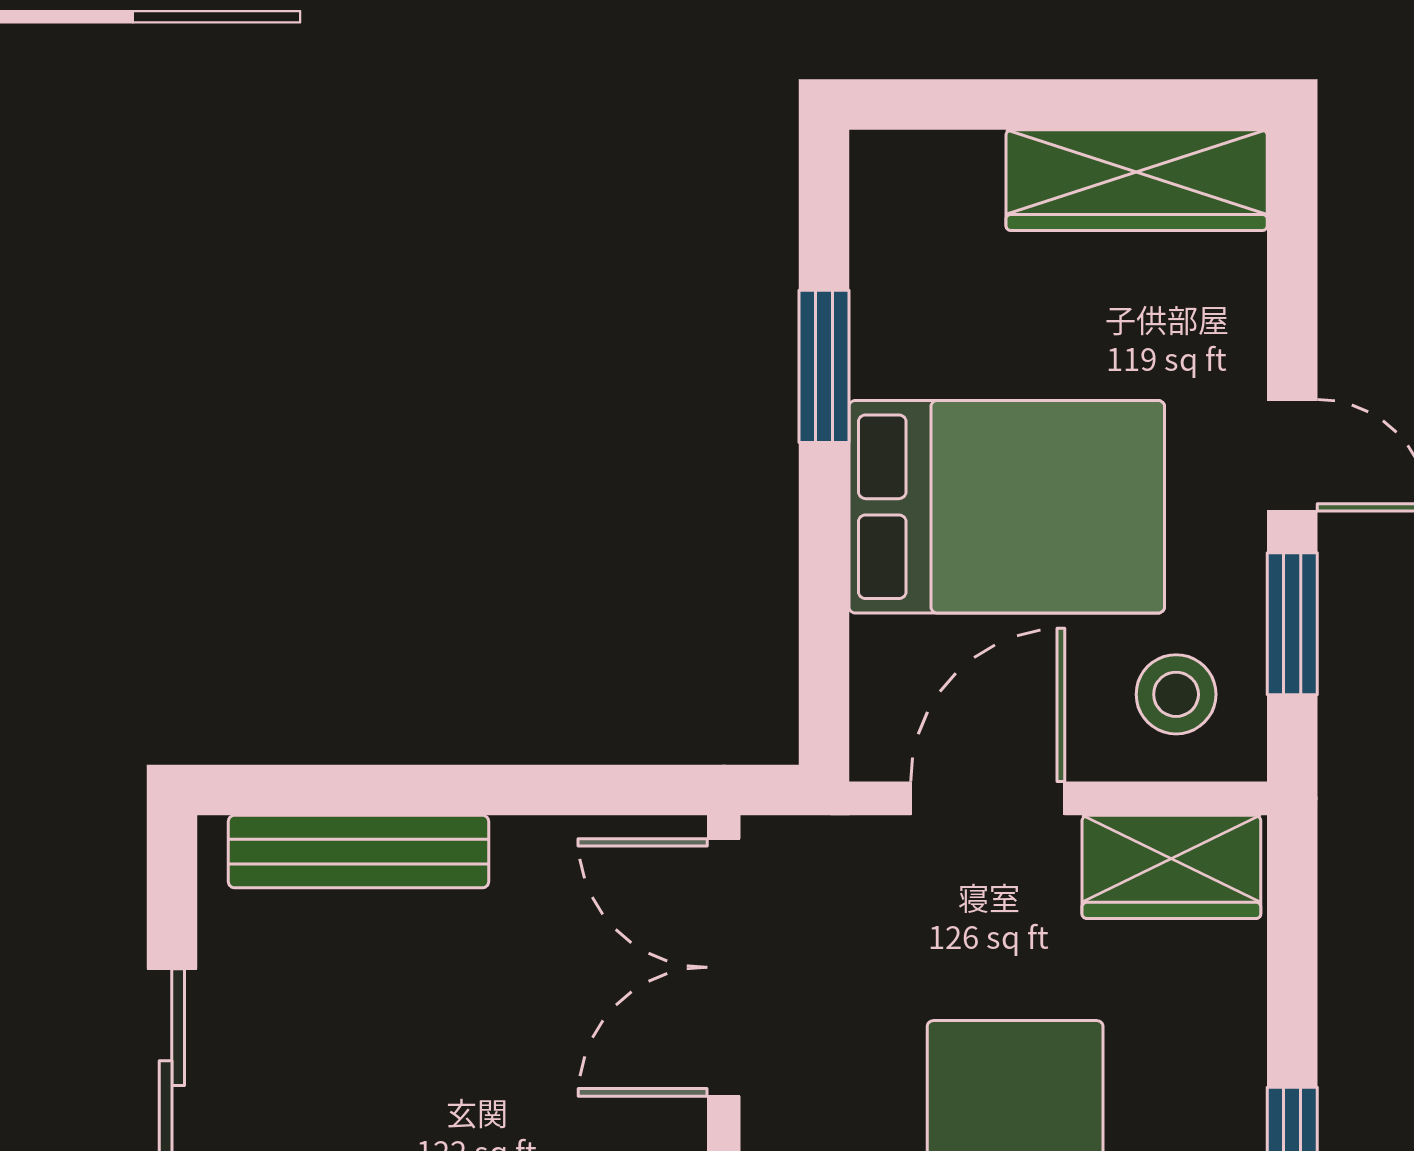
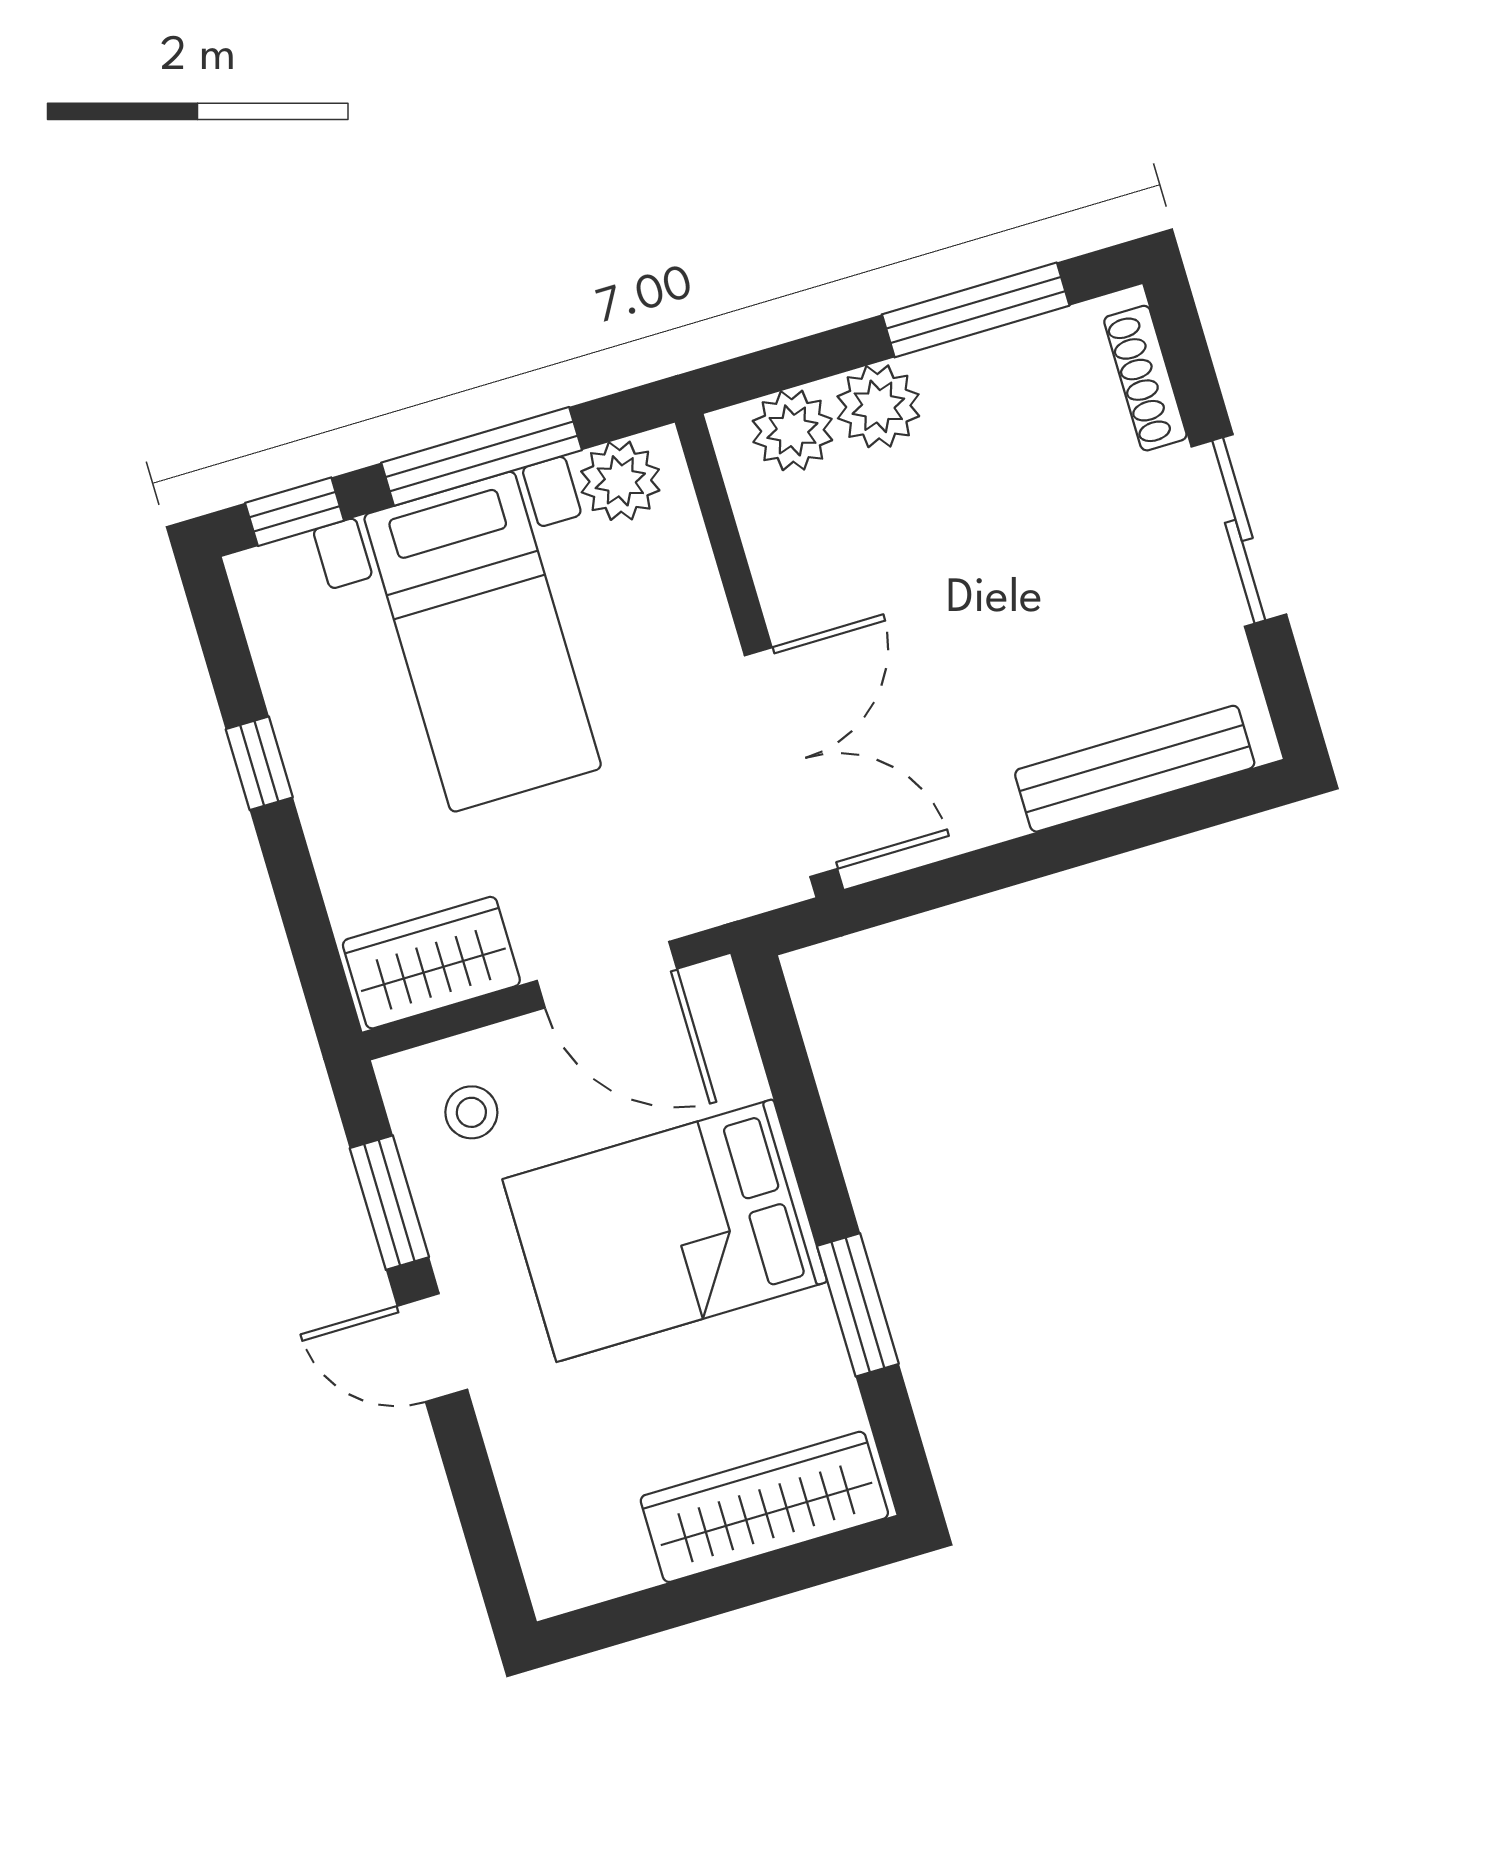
wardrobe: (1137, 180) -> (764, 1507), moved
stool: (1176, 694) -> (471, 1112), width x0.73, depth x0.73
door: (988, 798) -> (607, 975), hinge flipped

